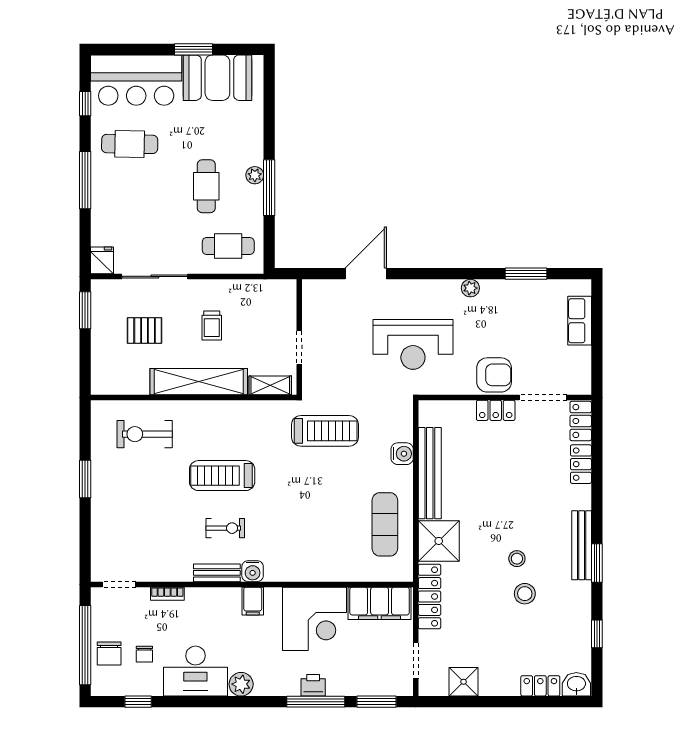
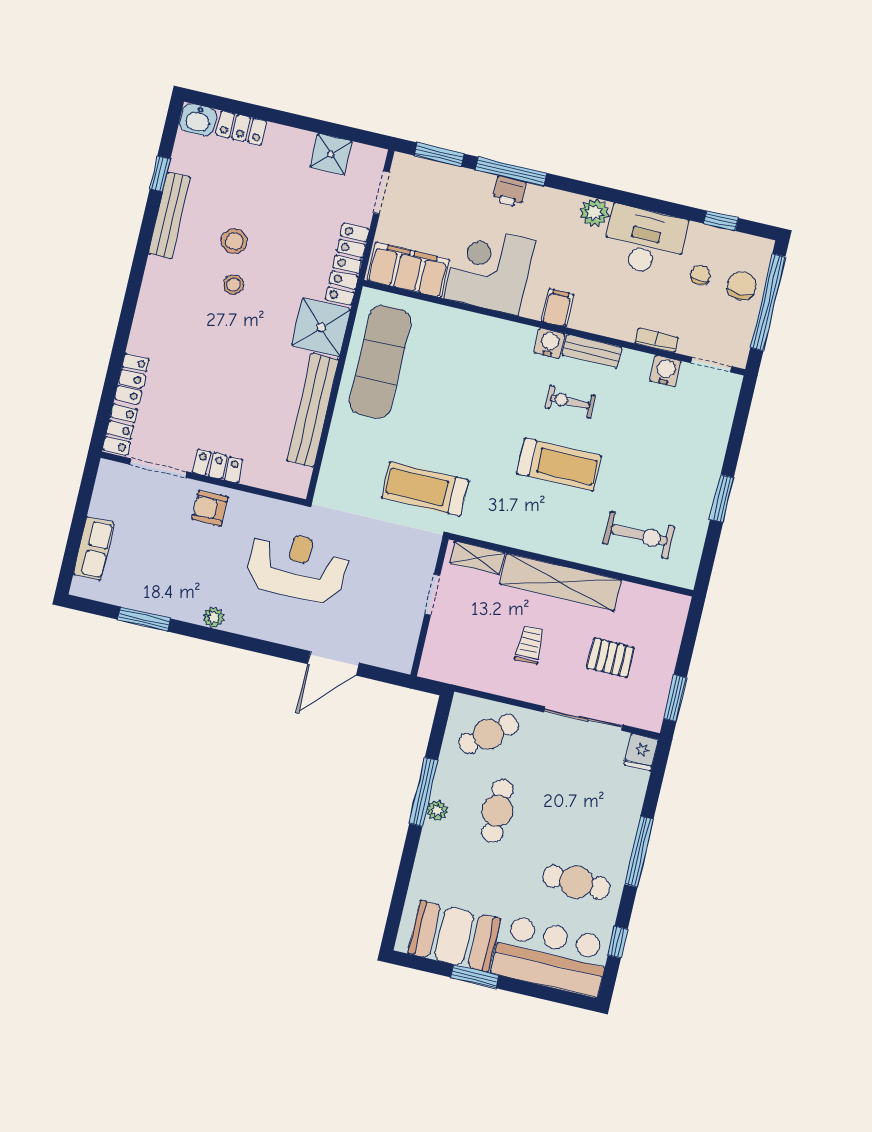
cafe table: (228, 246) -> (488, 734), turned -38
armchair: (494, 375) -> (210, 508), width x0.72, depth x0.72
water cooler: (402, 454) -> (666, 371), moved, turned 90
exercise mat: (385, 524) -> (380, 362), width x1.36, depth x1.45
bench: (582, 545) -> (169, 215), moved
window: (597, 563) -> (141, 257), removed

